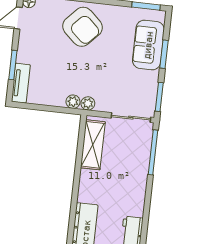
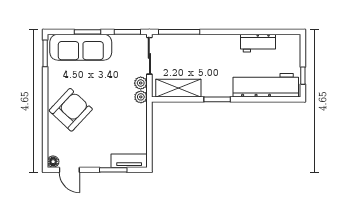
sofa: (148, 45) -> (81, 47), width x1.36
plant: (73, 102) -> (141, 83), moved
window: (76, 185) -> (217, 99), added

